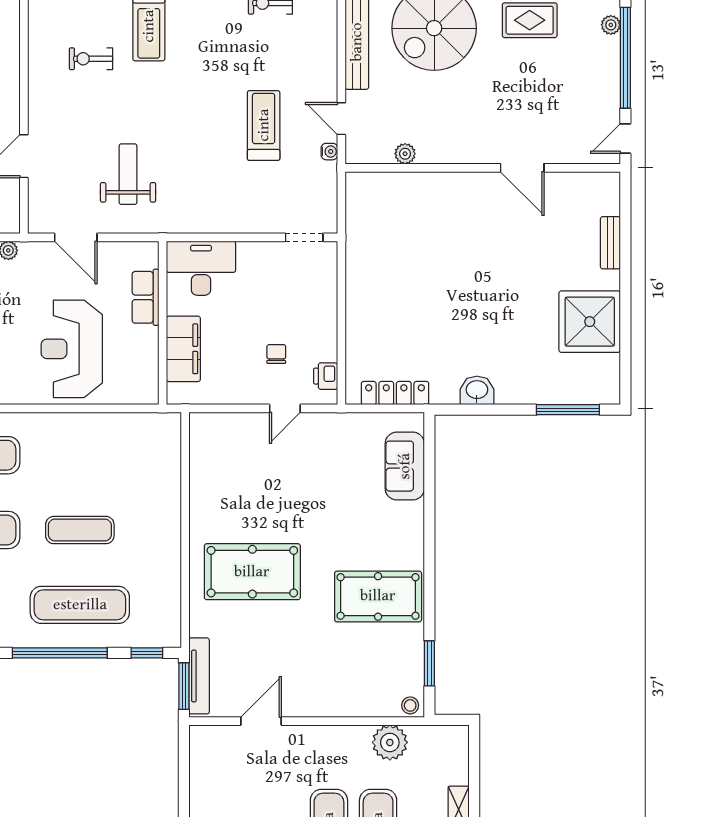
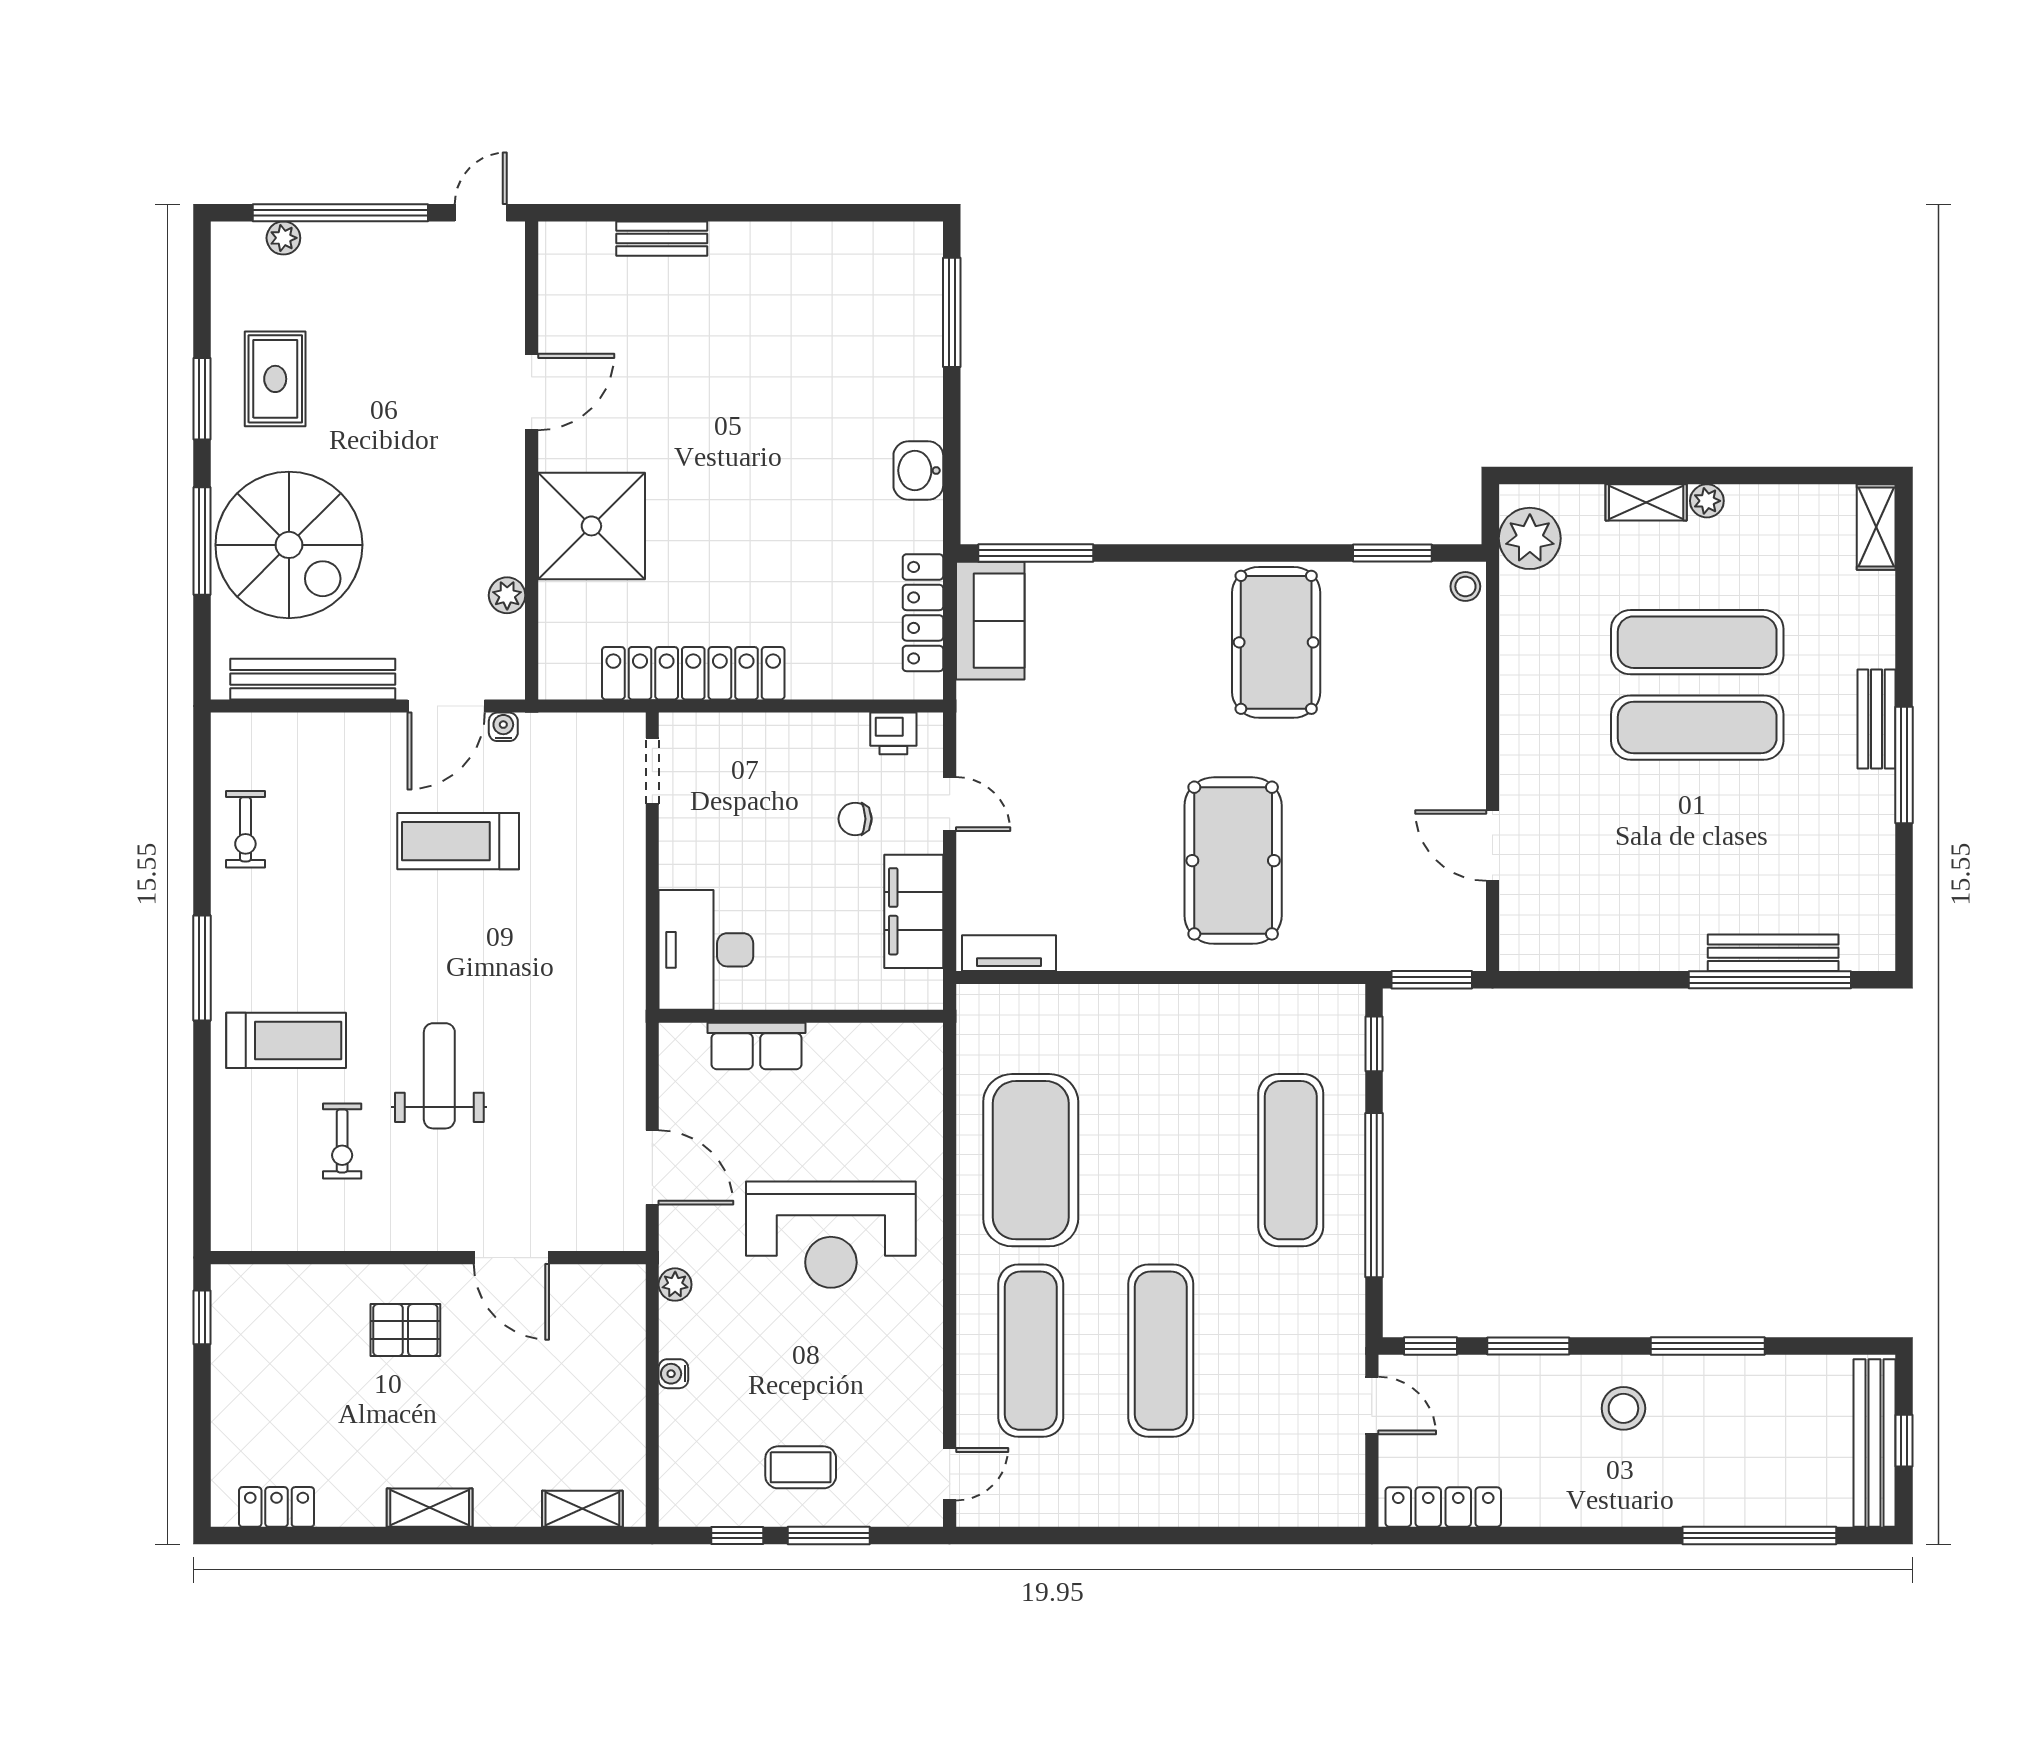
door: (341, 119) -> (446, 706), width x1.38
door: (625, 139) -> (481, 213), swing flipped
weight bench: (128, 174) -> (439, 1076), moved, turned 90
door: (76, 237) -> (652, 1167), hinge flipped
locker: (360, 261) -> (693, 673), added
shower: (590, 322) -> (591, 526), moved
reception desk: (72, 349) -> (831, 1235), moved
filing cabinet: (183, 349) -> (914, 911), moved, turned -90
window: (429, 458) -> (1036, 553), added
sofa: (405, 466) -> (990, 621), moved, turned -90
exercise mat: (80, 530) -> (1031, 1160), moved, width x2.00, depth x1.45
tv unit: (199, 676) -> (1009, 953), moved, width x0.71
plant: (390, 742) -> (1530, 538), moved

